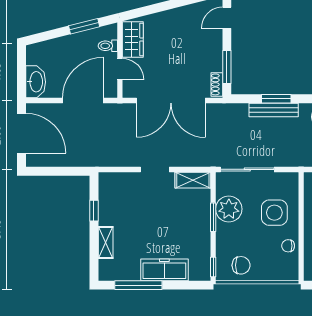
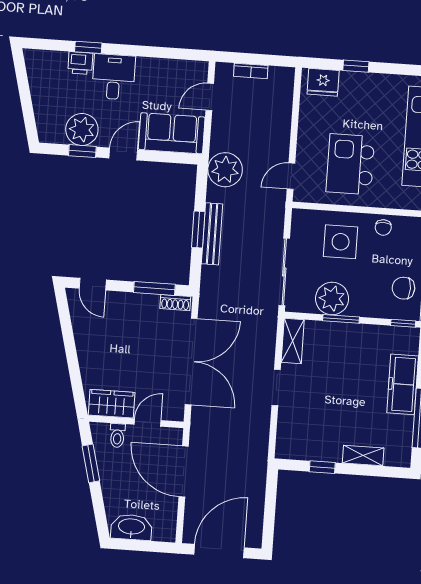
washbasin: (36, 82) -> (131, 527), moved
chair: (241, 265) -> (403, 288), turned -90

